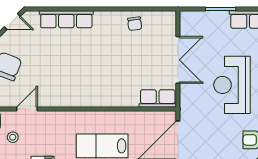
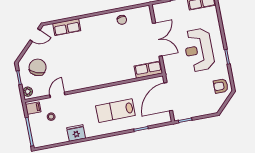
row of seats: (66, 19) -> (67, 27), width x0.68

